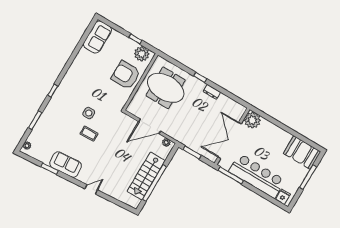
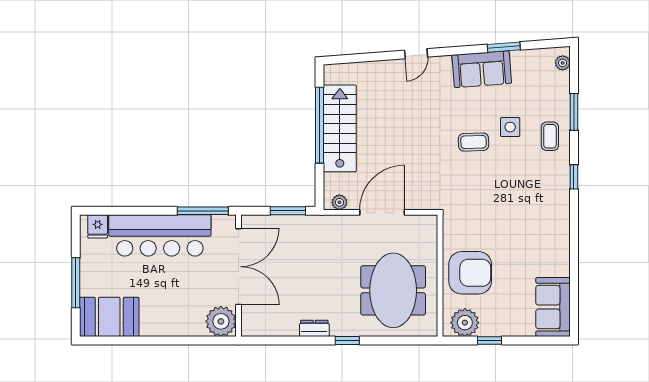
meeting table: (166, 88) -> (393, 290), turned 90
side table: (89, 113) -> (510, 127), moved
coffee table: (53, 116) -> (550, 136), added

